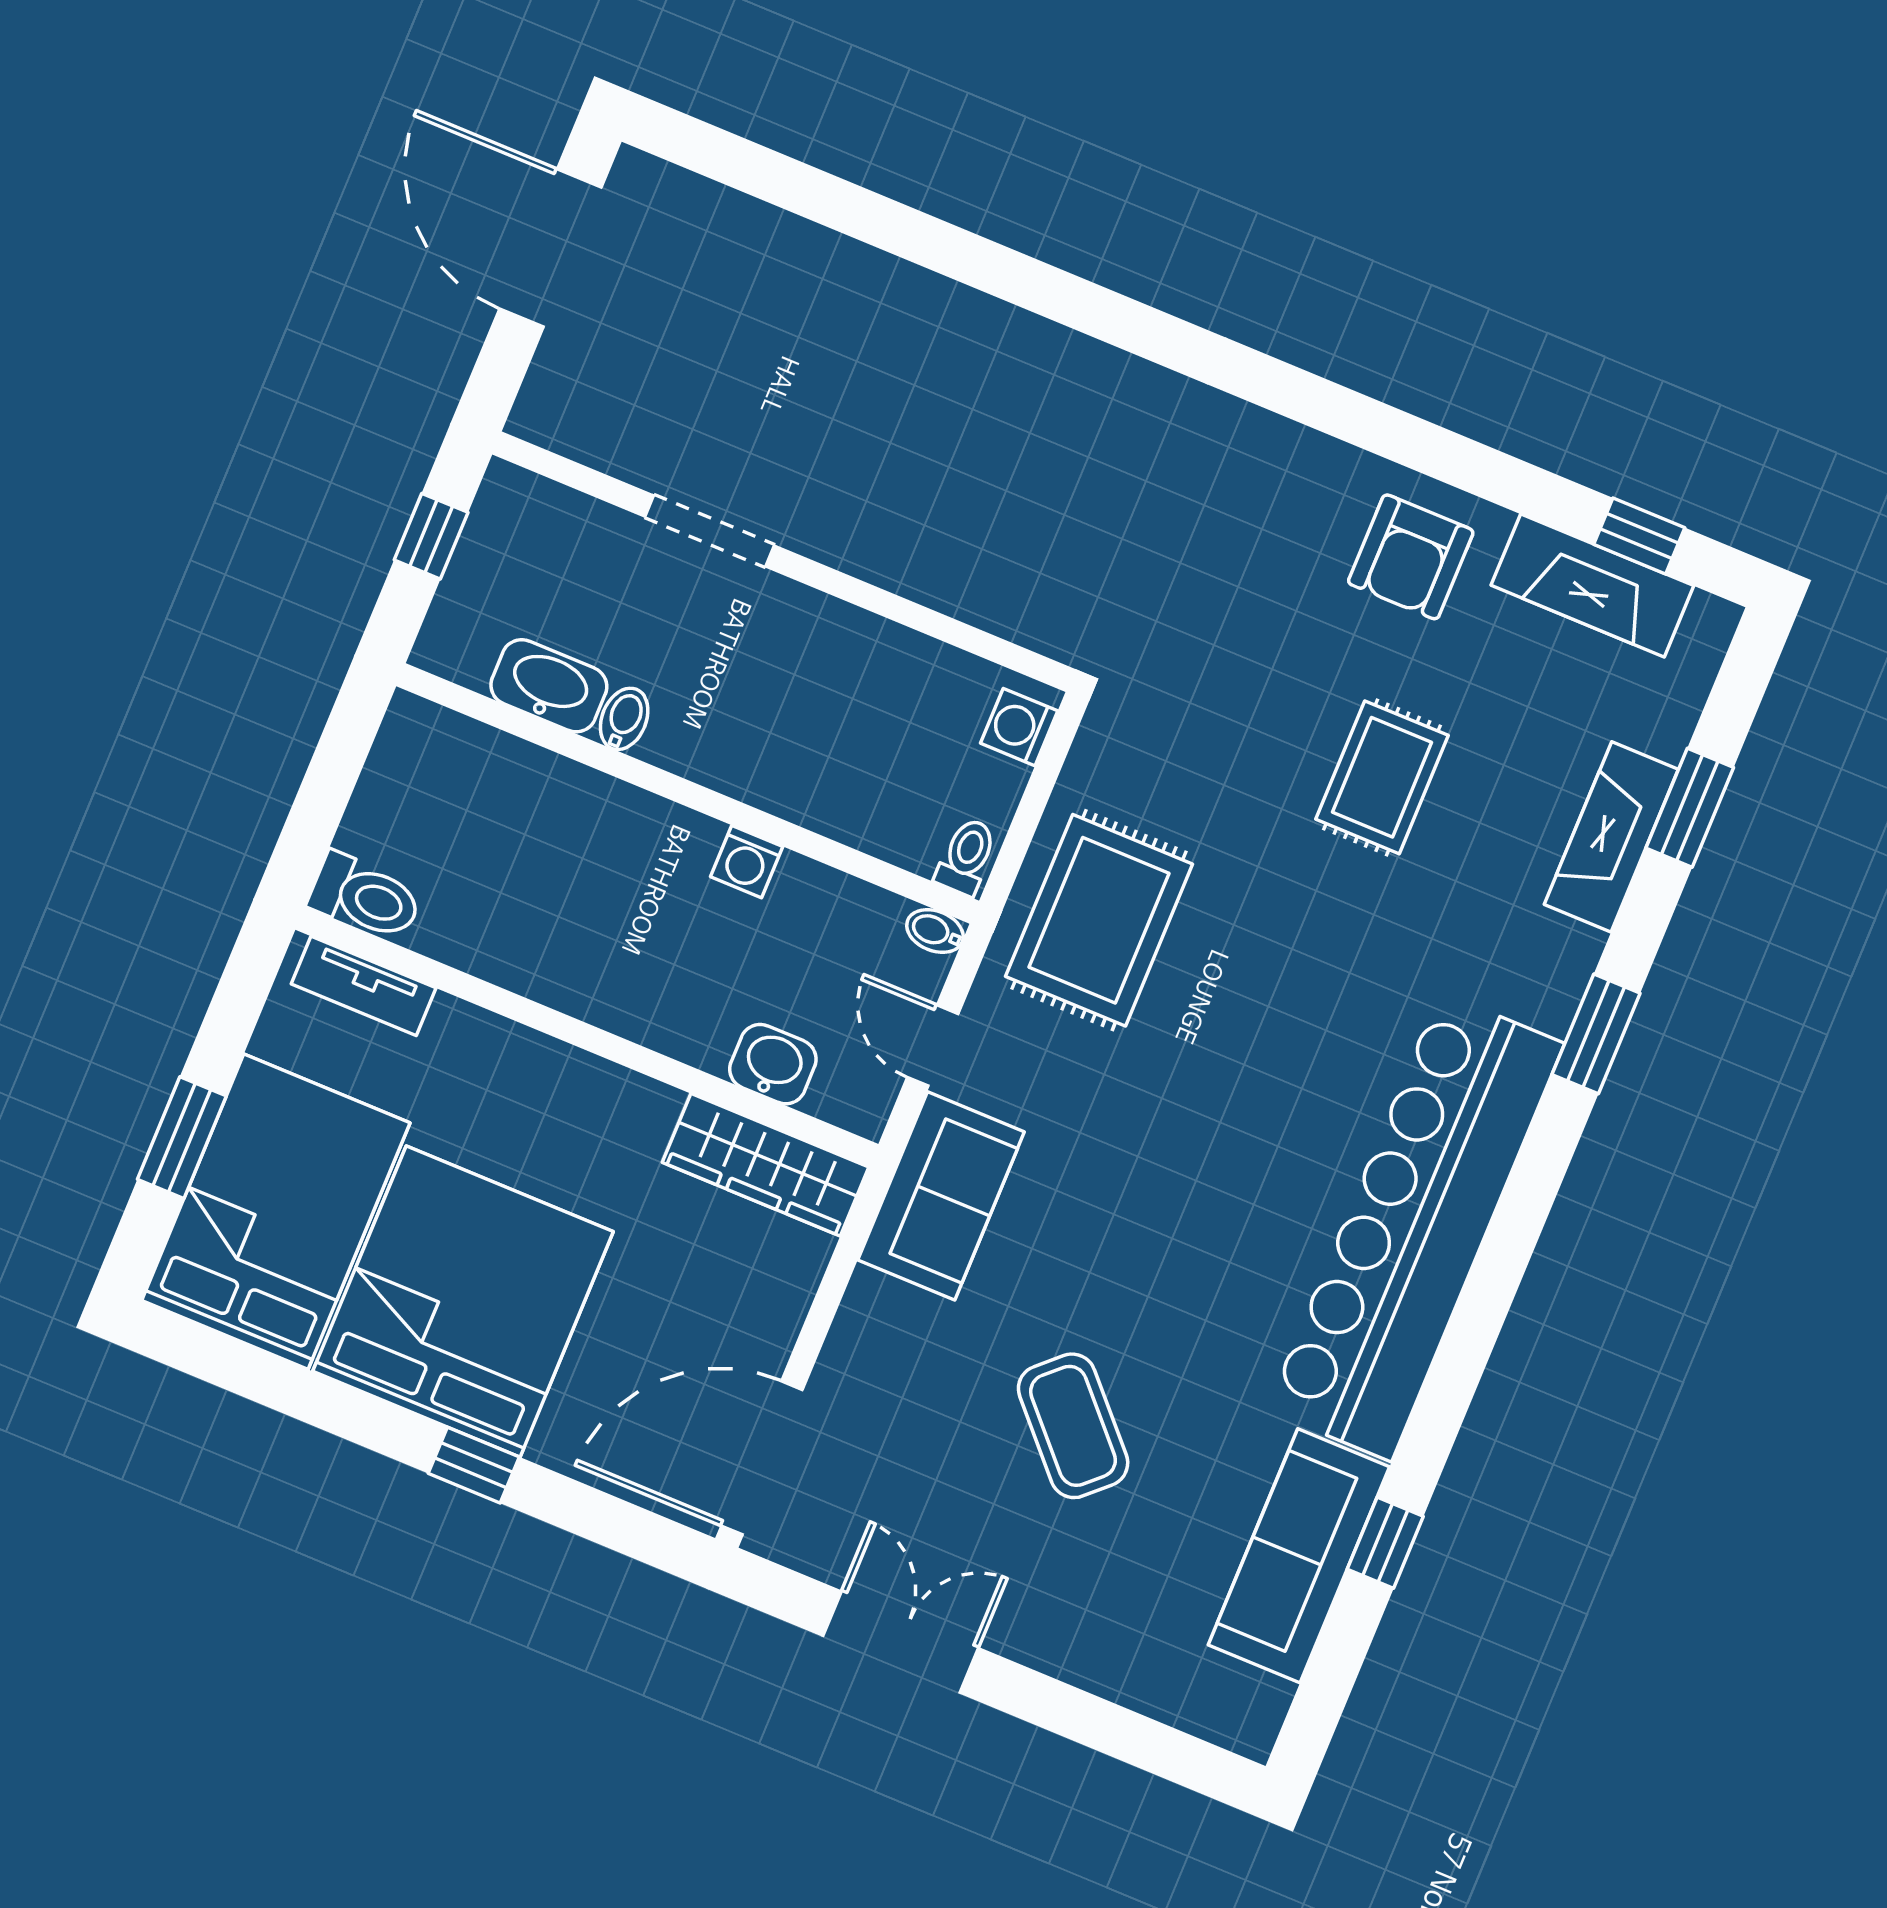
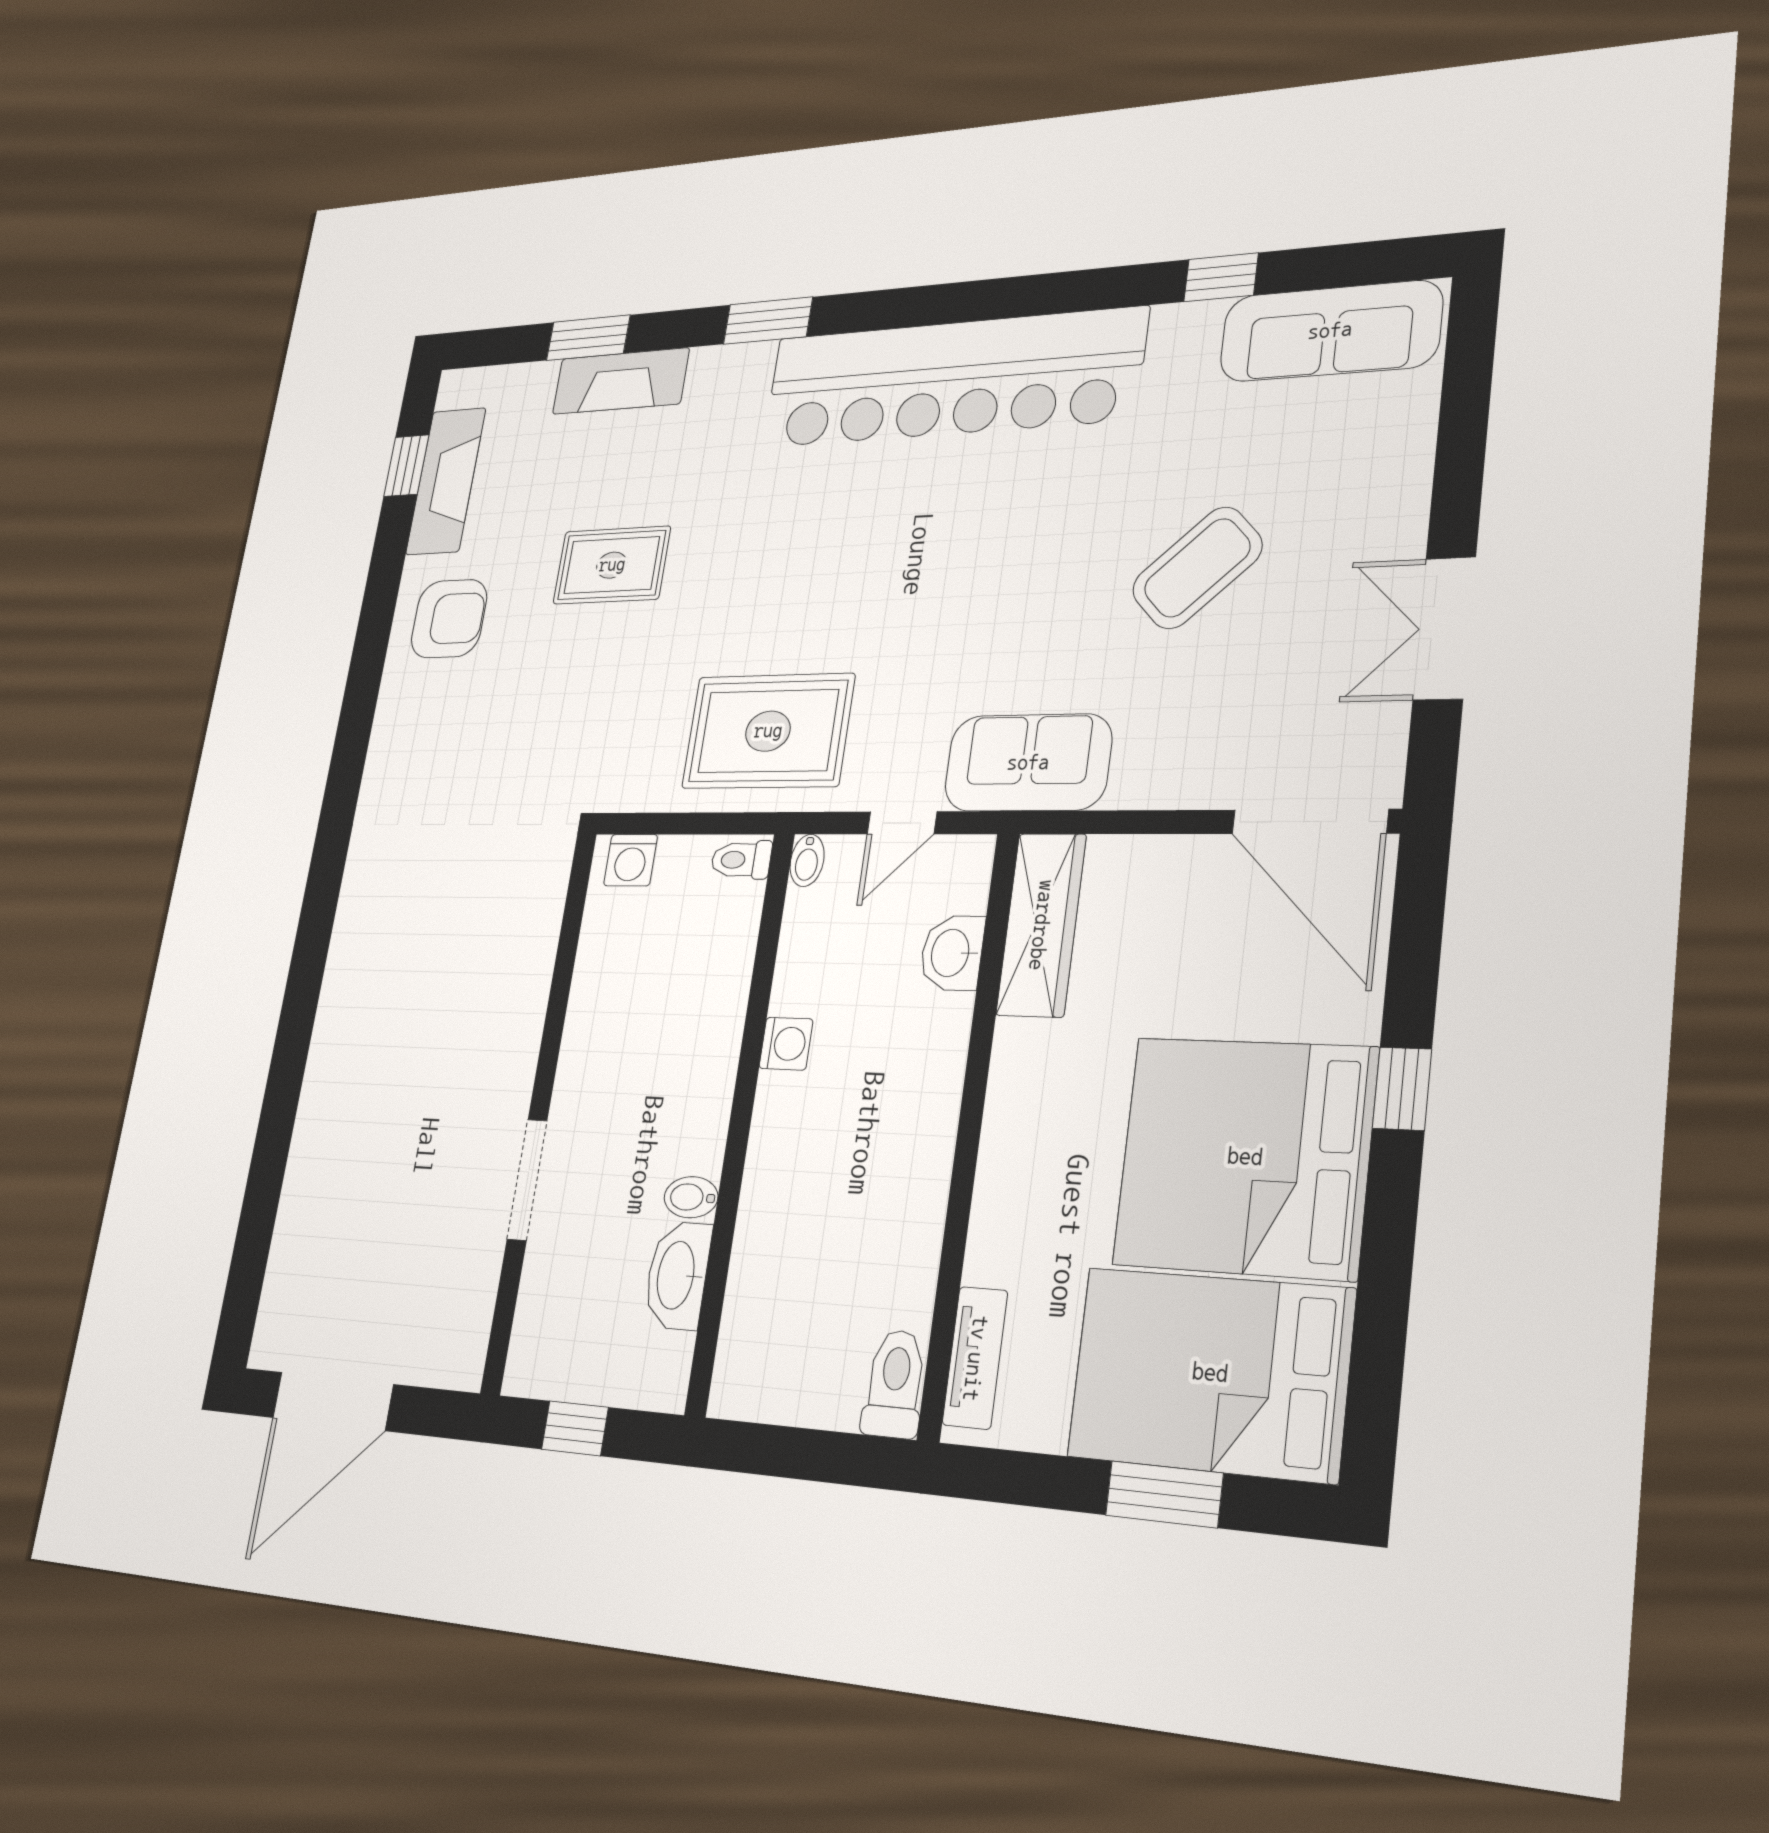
sofa: (1299, 1556) -> (1330, 331), moved

